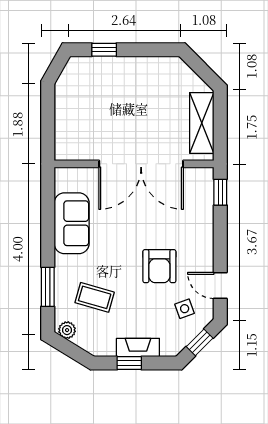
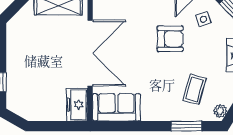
freezer: (75, 147) -> (77, 105), added
sofa: (72, 223) -> (116, 107), moved

